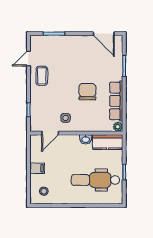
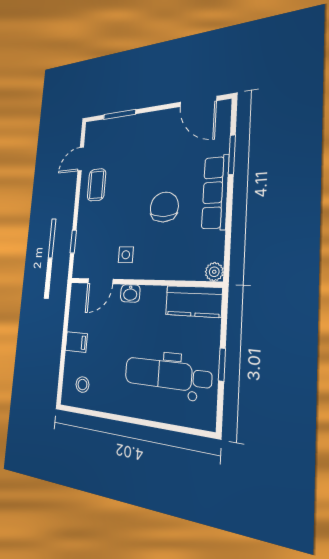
row of seats: (116, 101) -> (215, 192), moved
washbasin: (86, 139) -> (130, 293), moved

